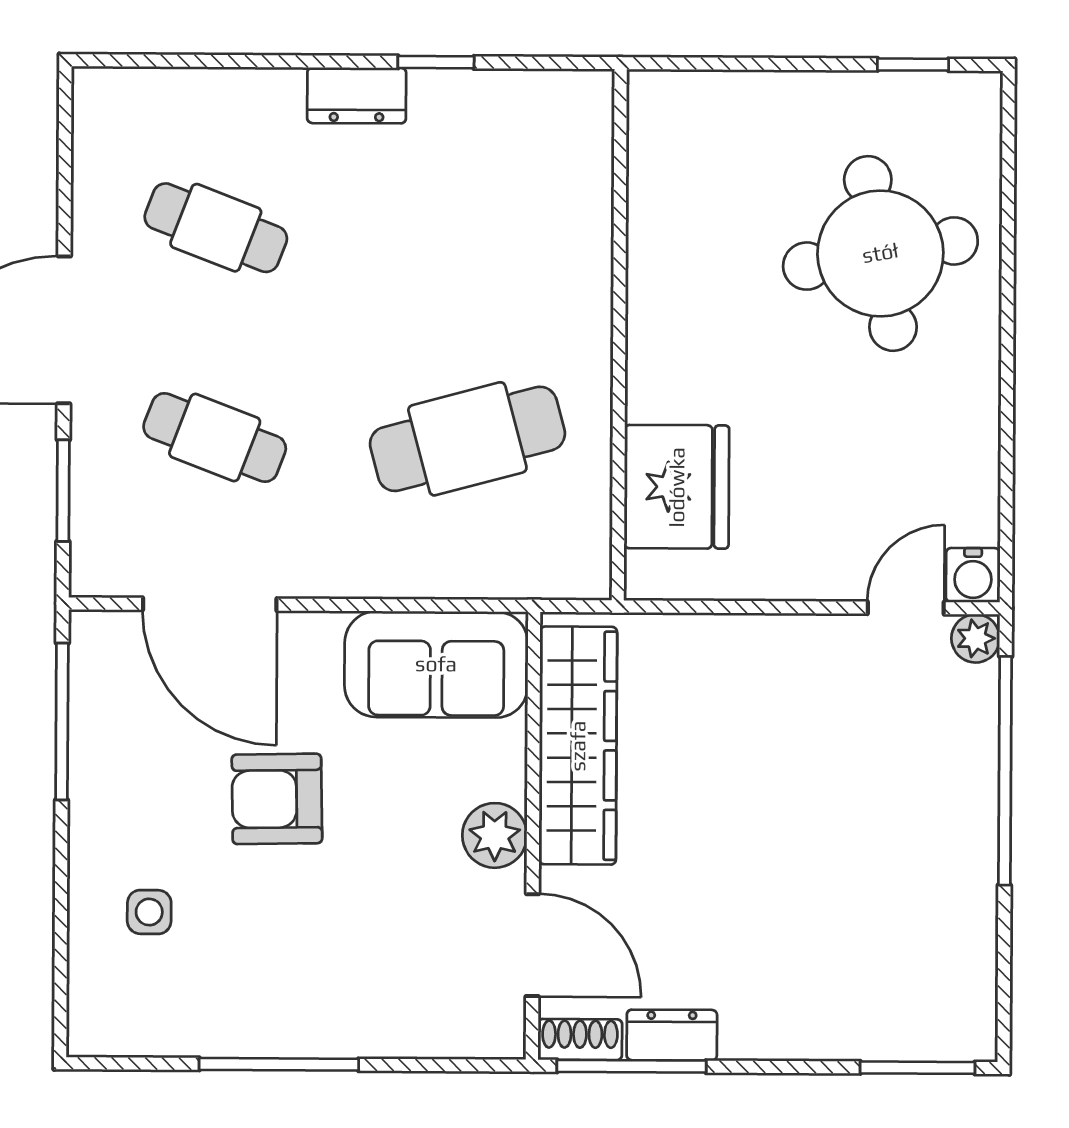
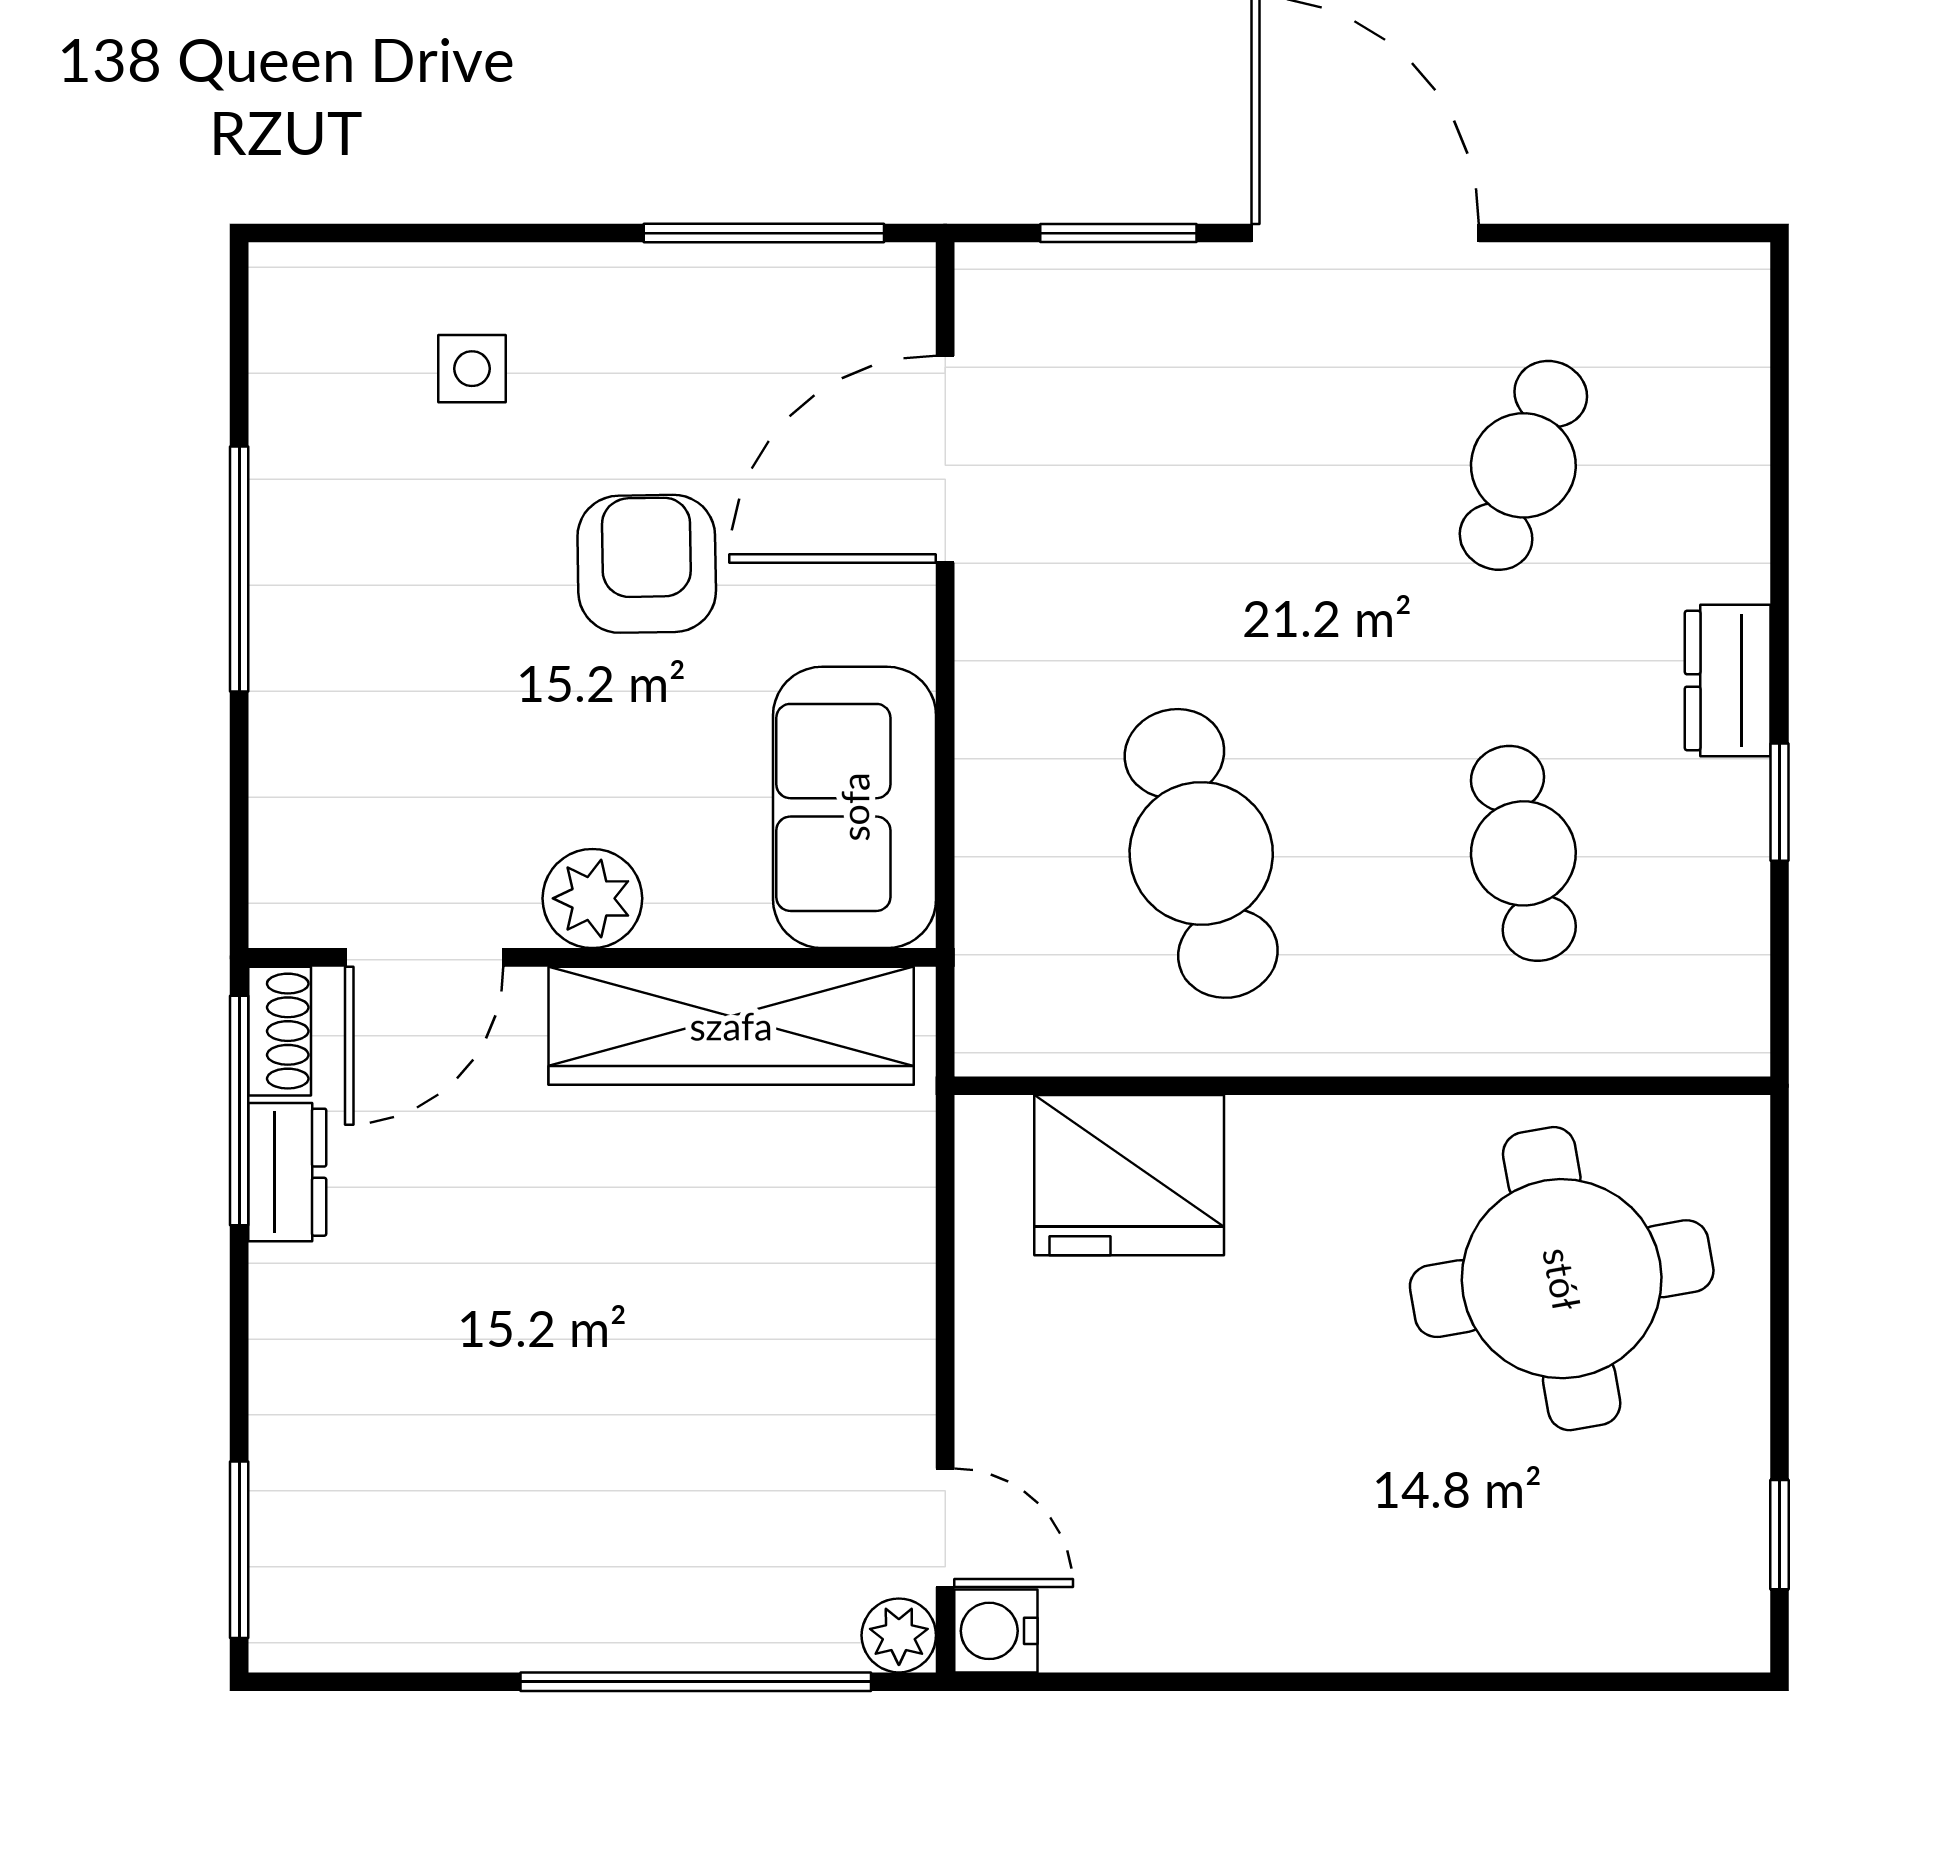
round table: (880, 253) -> (1562, 1279), moved
cafe table: (215, 438) -> (1523, 853), moved, turned -33

